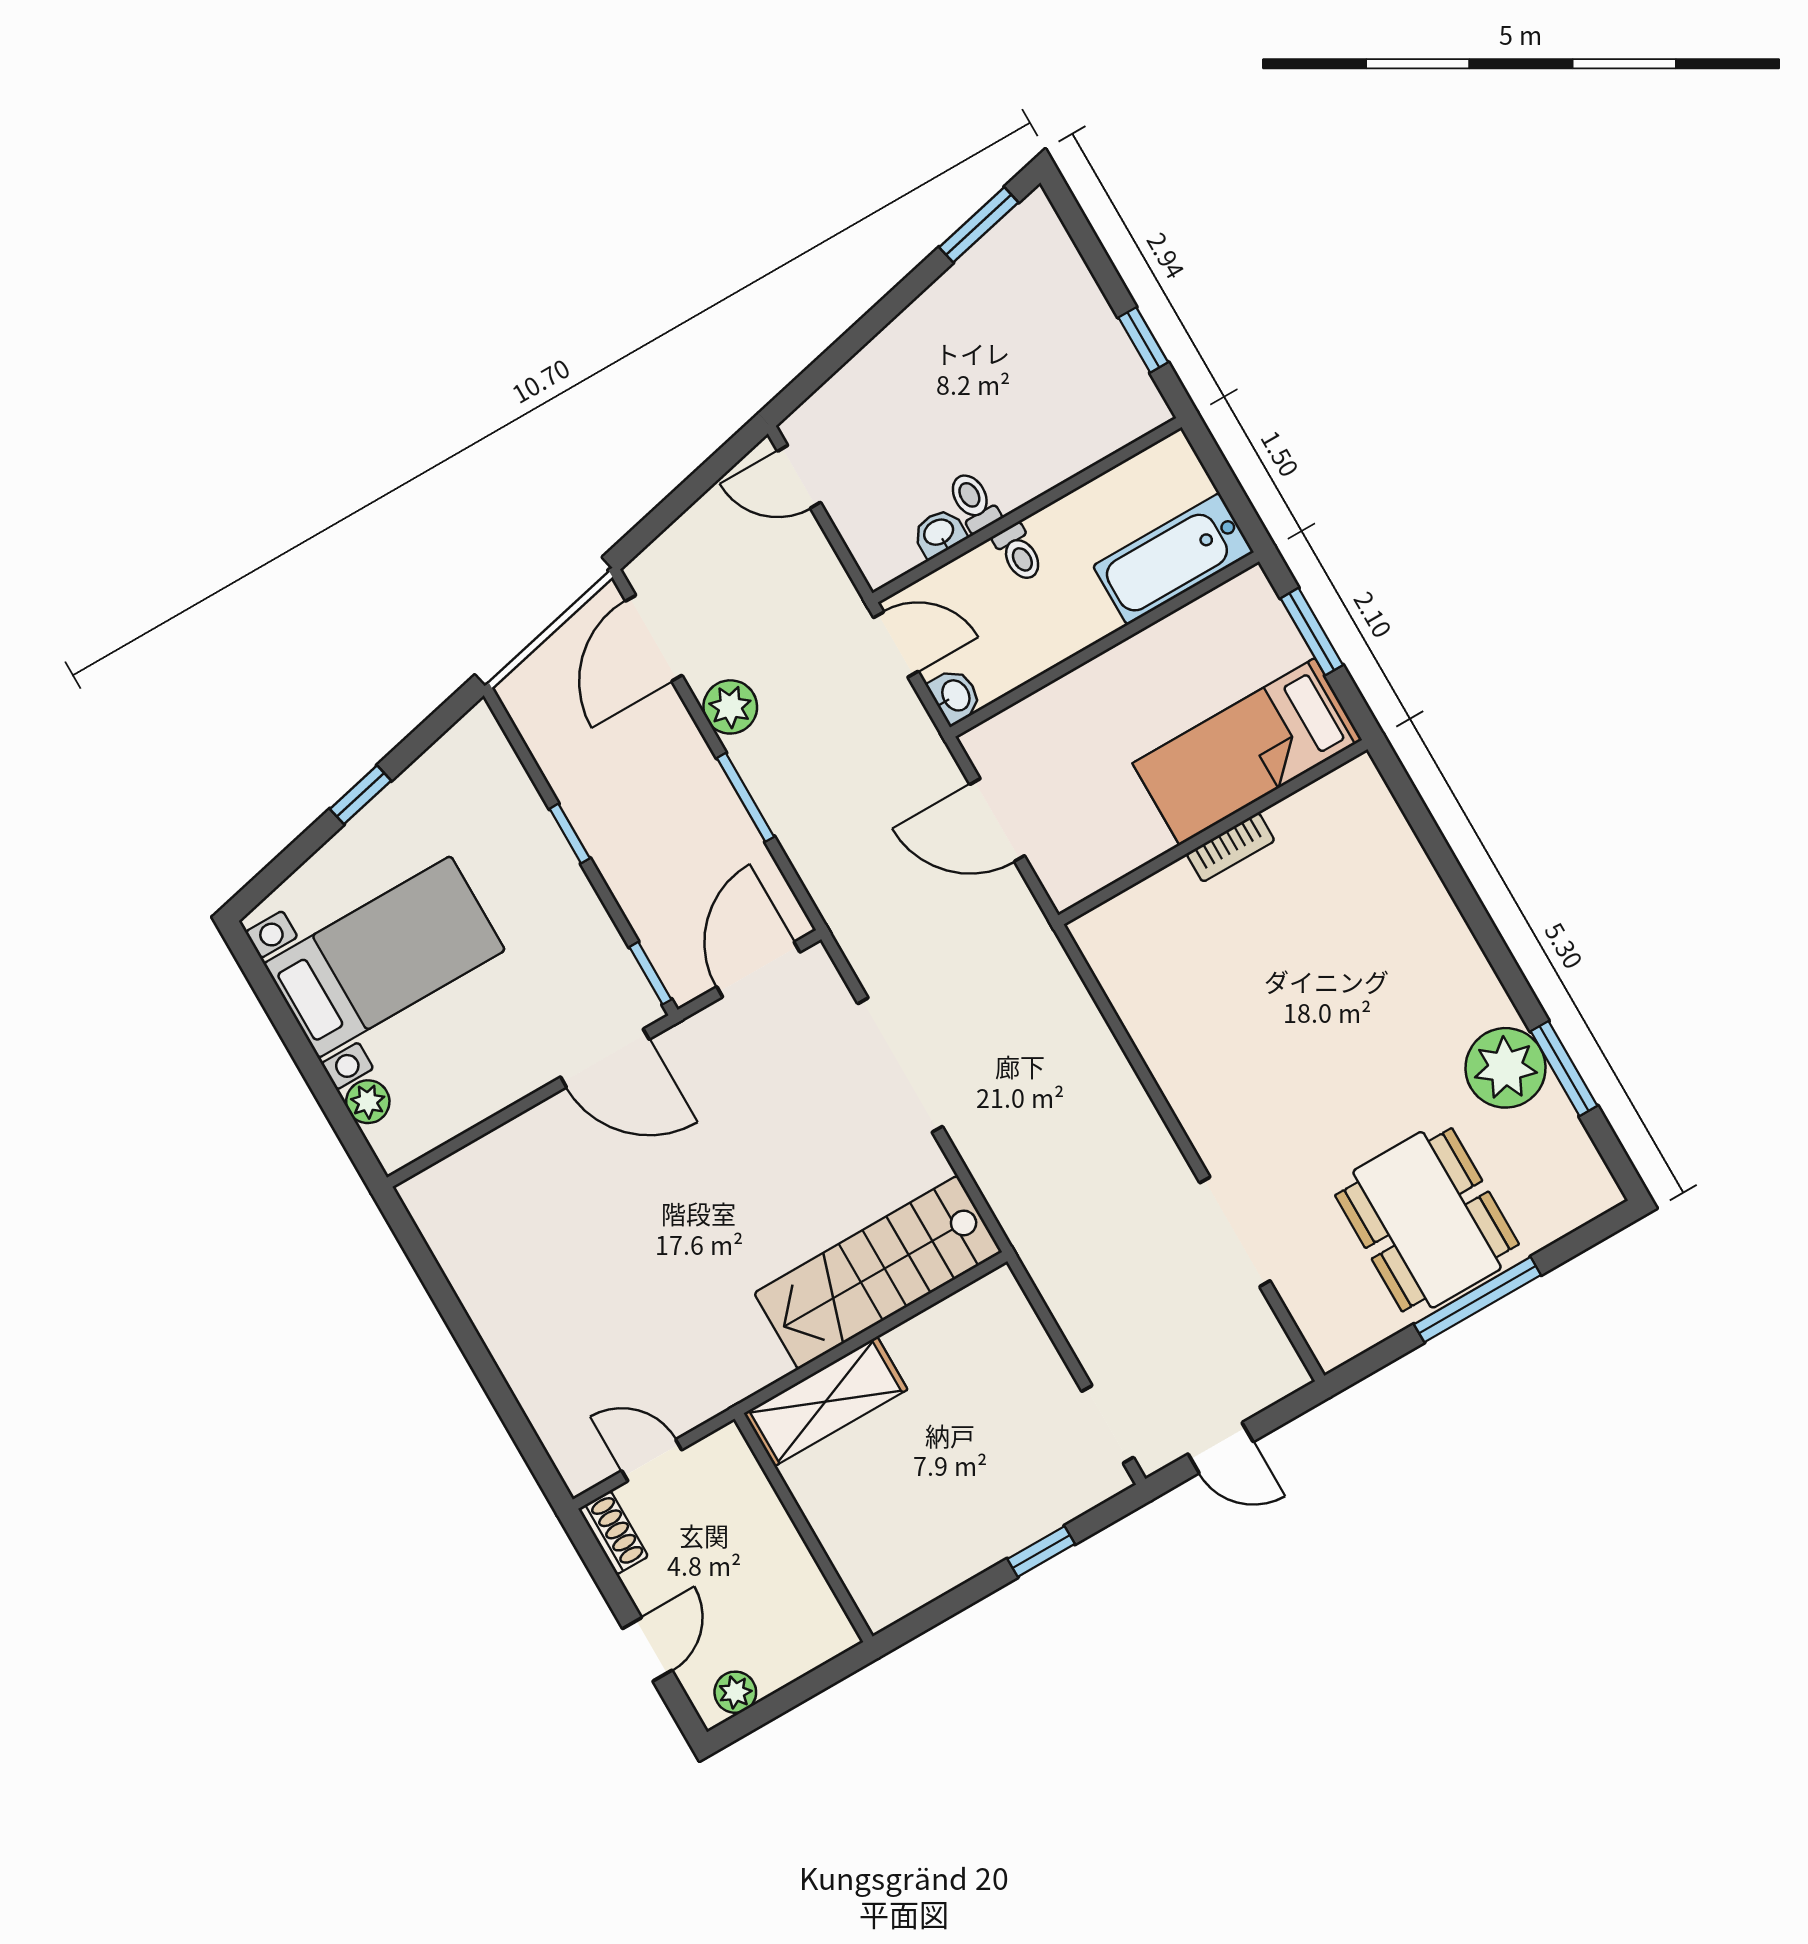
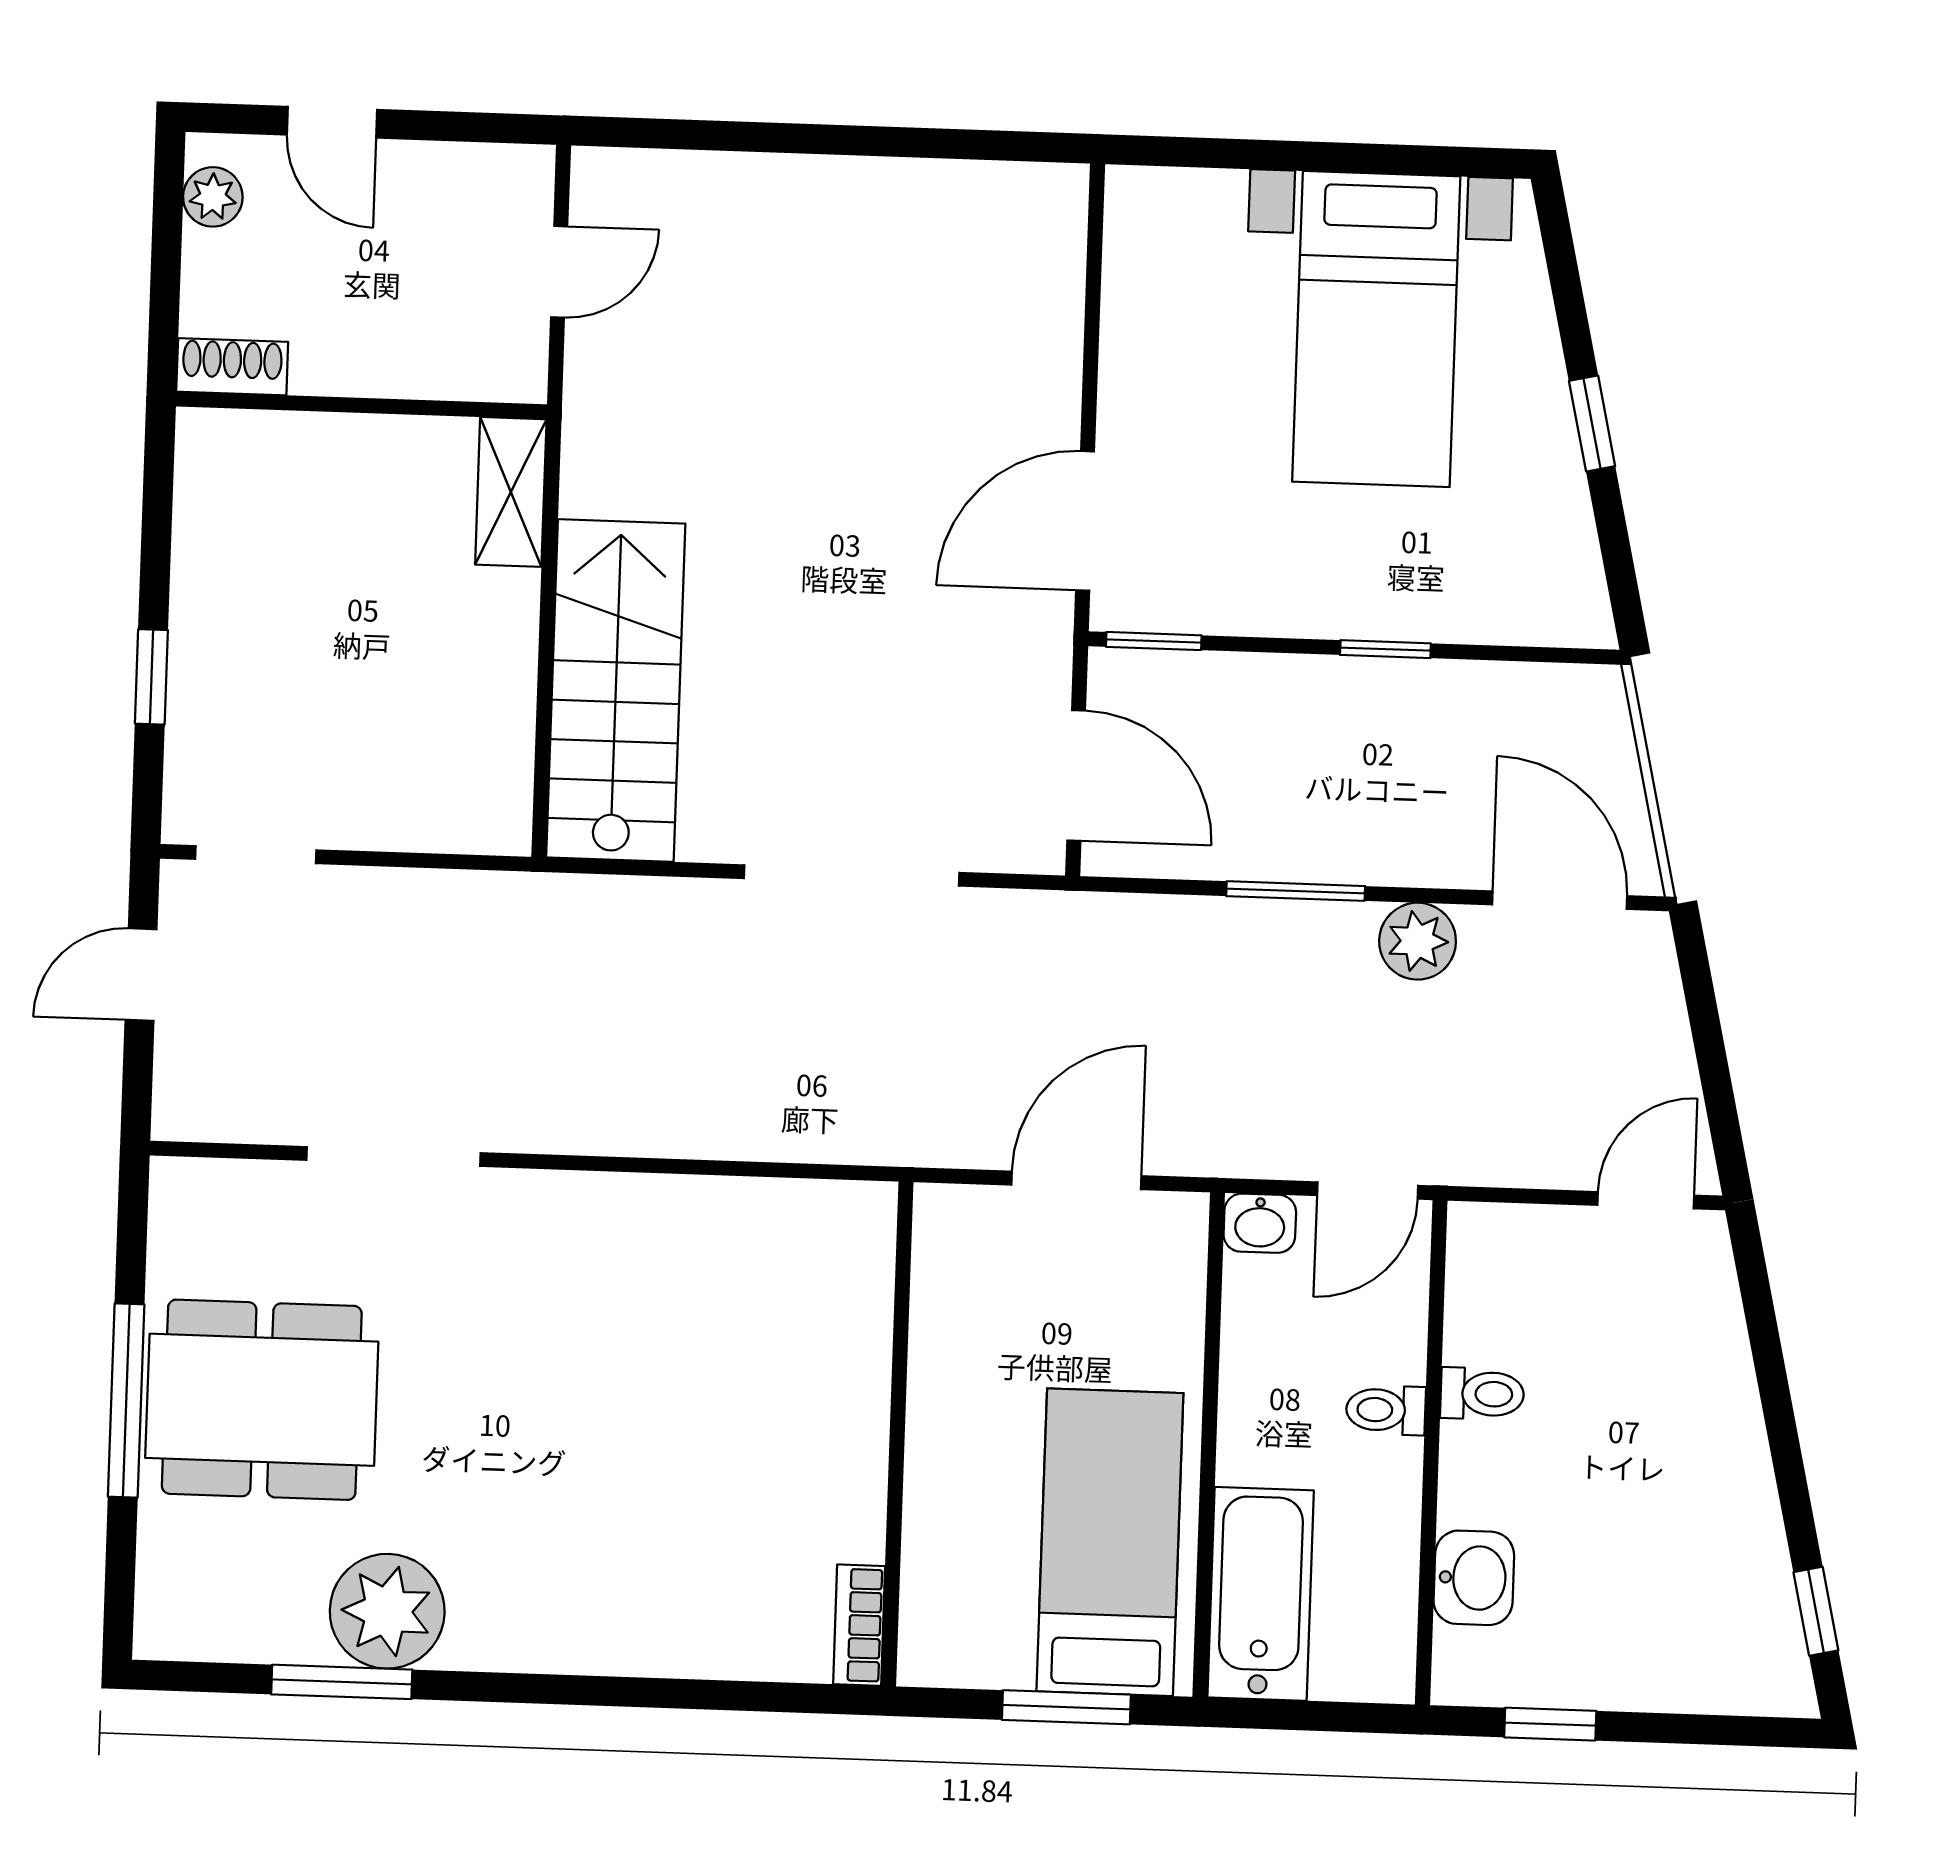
window: (979, 225) -> (1816, 1611), width x0.67
washbasin: (939, 533) -> (1474, 1578), moved, width x1.38, depth x1.45
bed: (1247, 752) -> (1110, 1542), moved
bookcase: (1231, 847) -> (859, 1625), moved
plant: (368, 1102) -> (1212, 199), removed
shelving: (826, 1401) -> (511, 492), width x0.67, depth x0.75
shoe rack: (613, 1533) -> (232, 367), moved, turned 180

